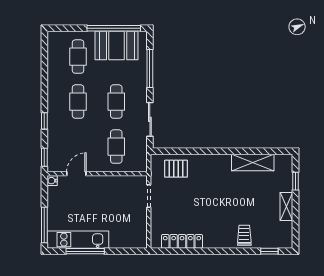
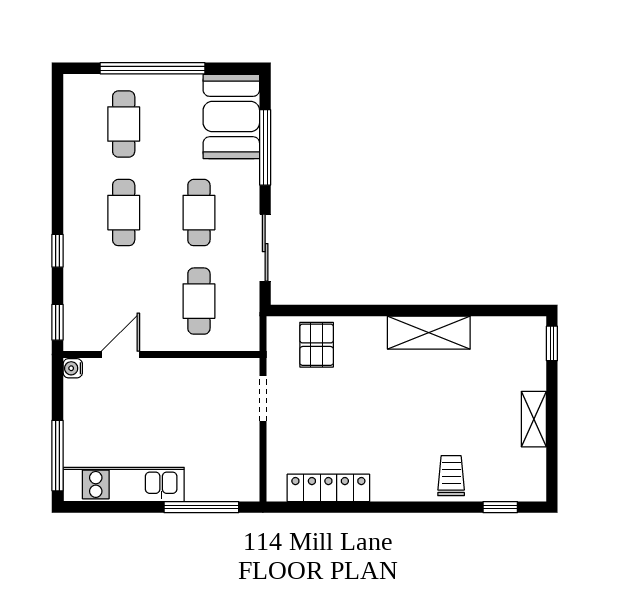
window: (114, 28) -> (153, 68), moved
booth: (117, 45) -> (231, 117), moved, turned 90
shelving: (253, 163) -> (429, 333), moved
pallet: (176, 169) -> (317, 345), turned 90
window: (296, 181) -> (552, 343), moved
window: (85, 251) -> (201, 507), moved

